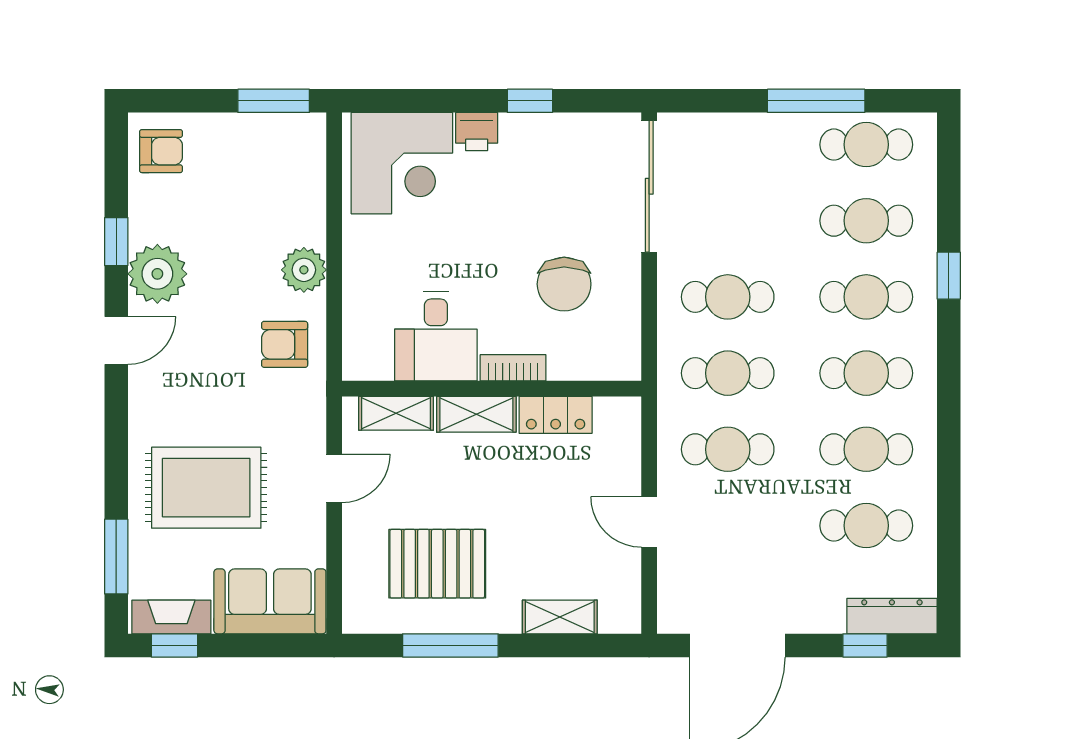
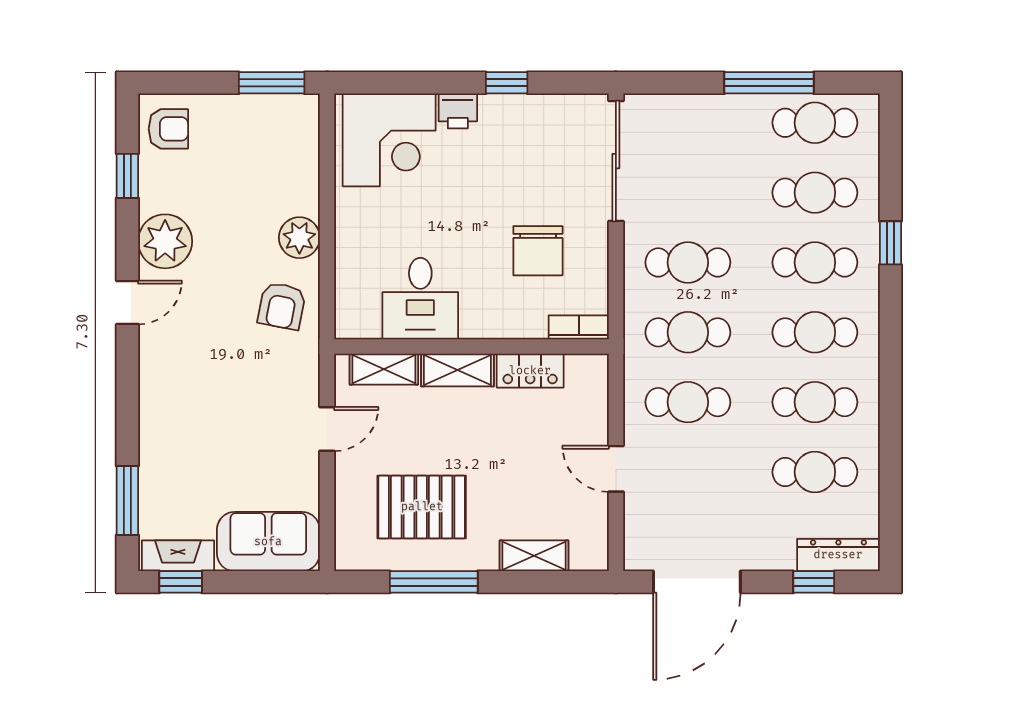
window: (116, 242) -> (127, 176), moved
armchair: (285, 344) -> (282, 306), turned -79
bookcase: (513, 368) -> (579, 327), moved
rug: (206, 488) -> (210, 437), removed

